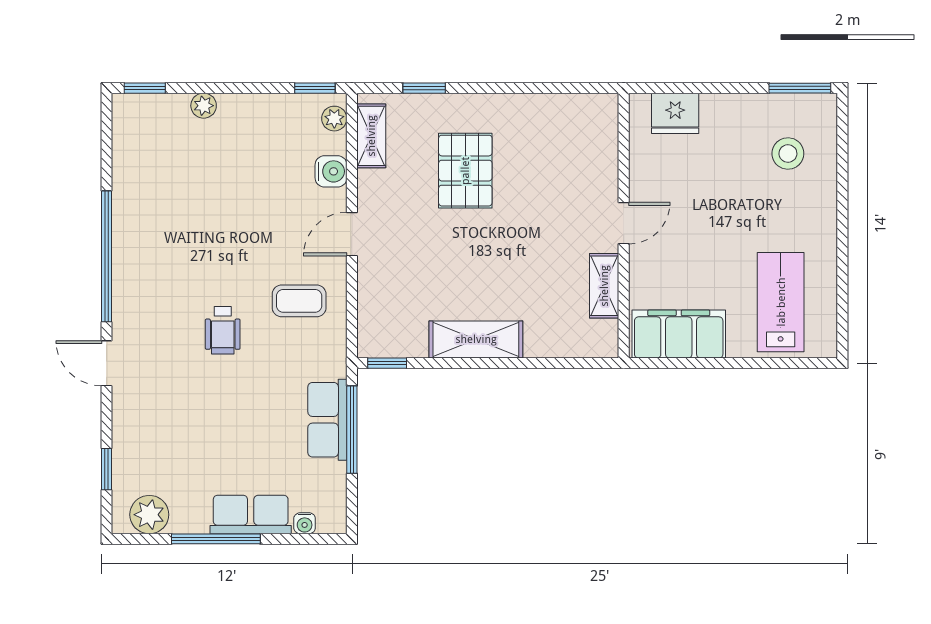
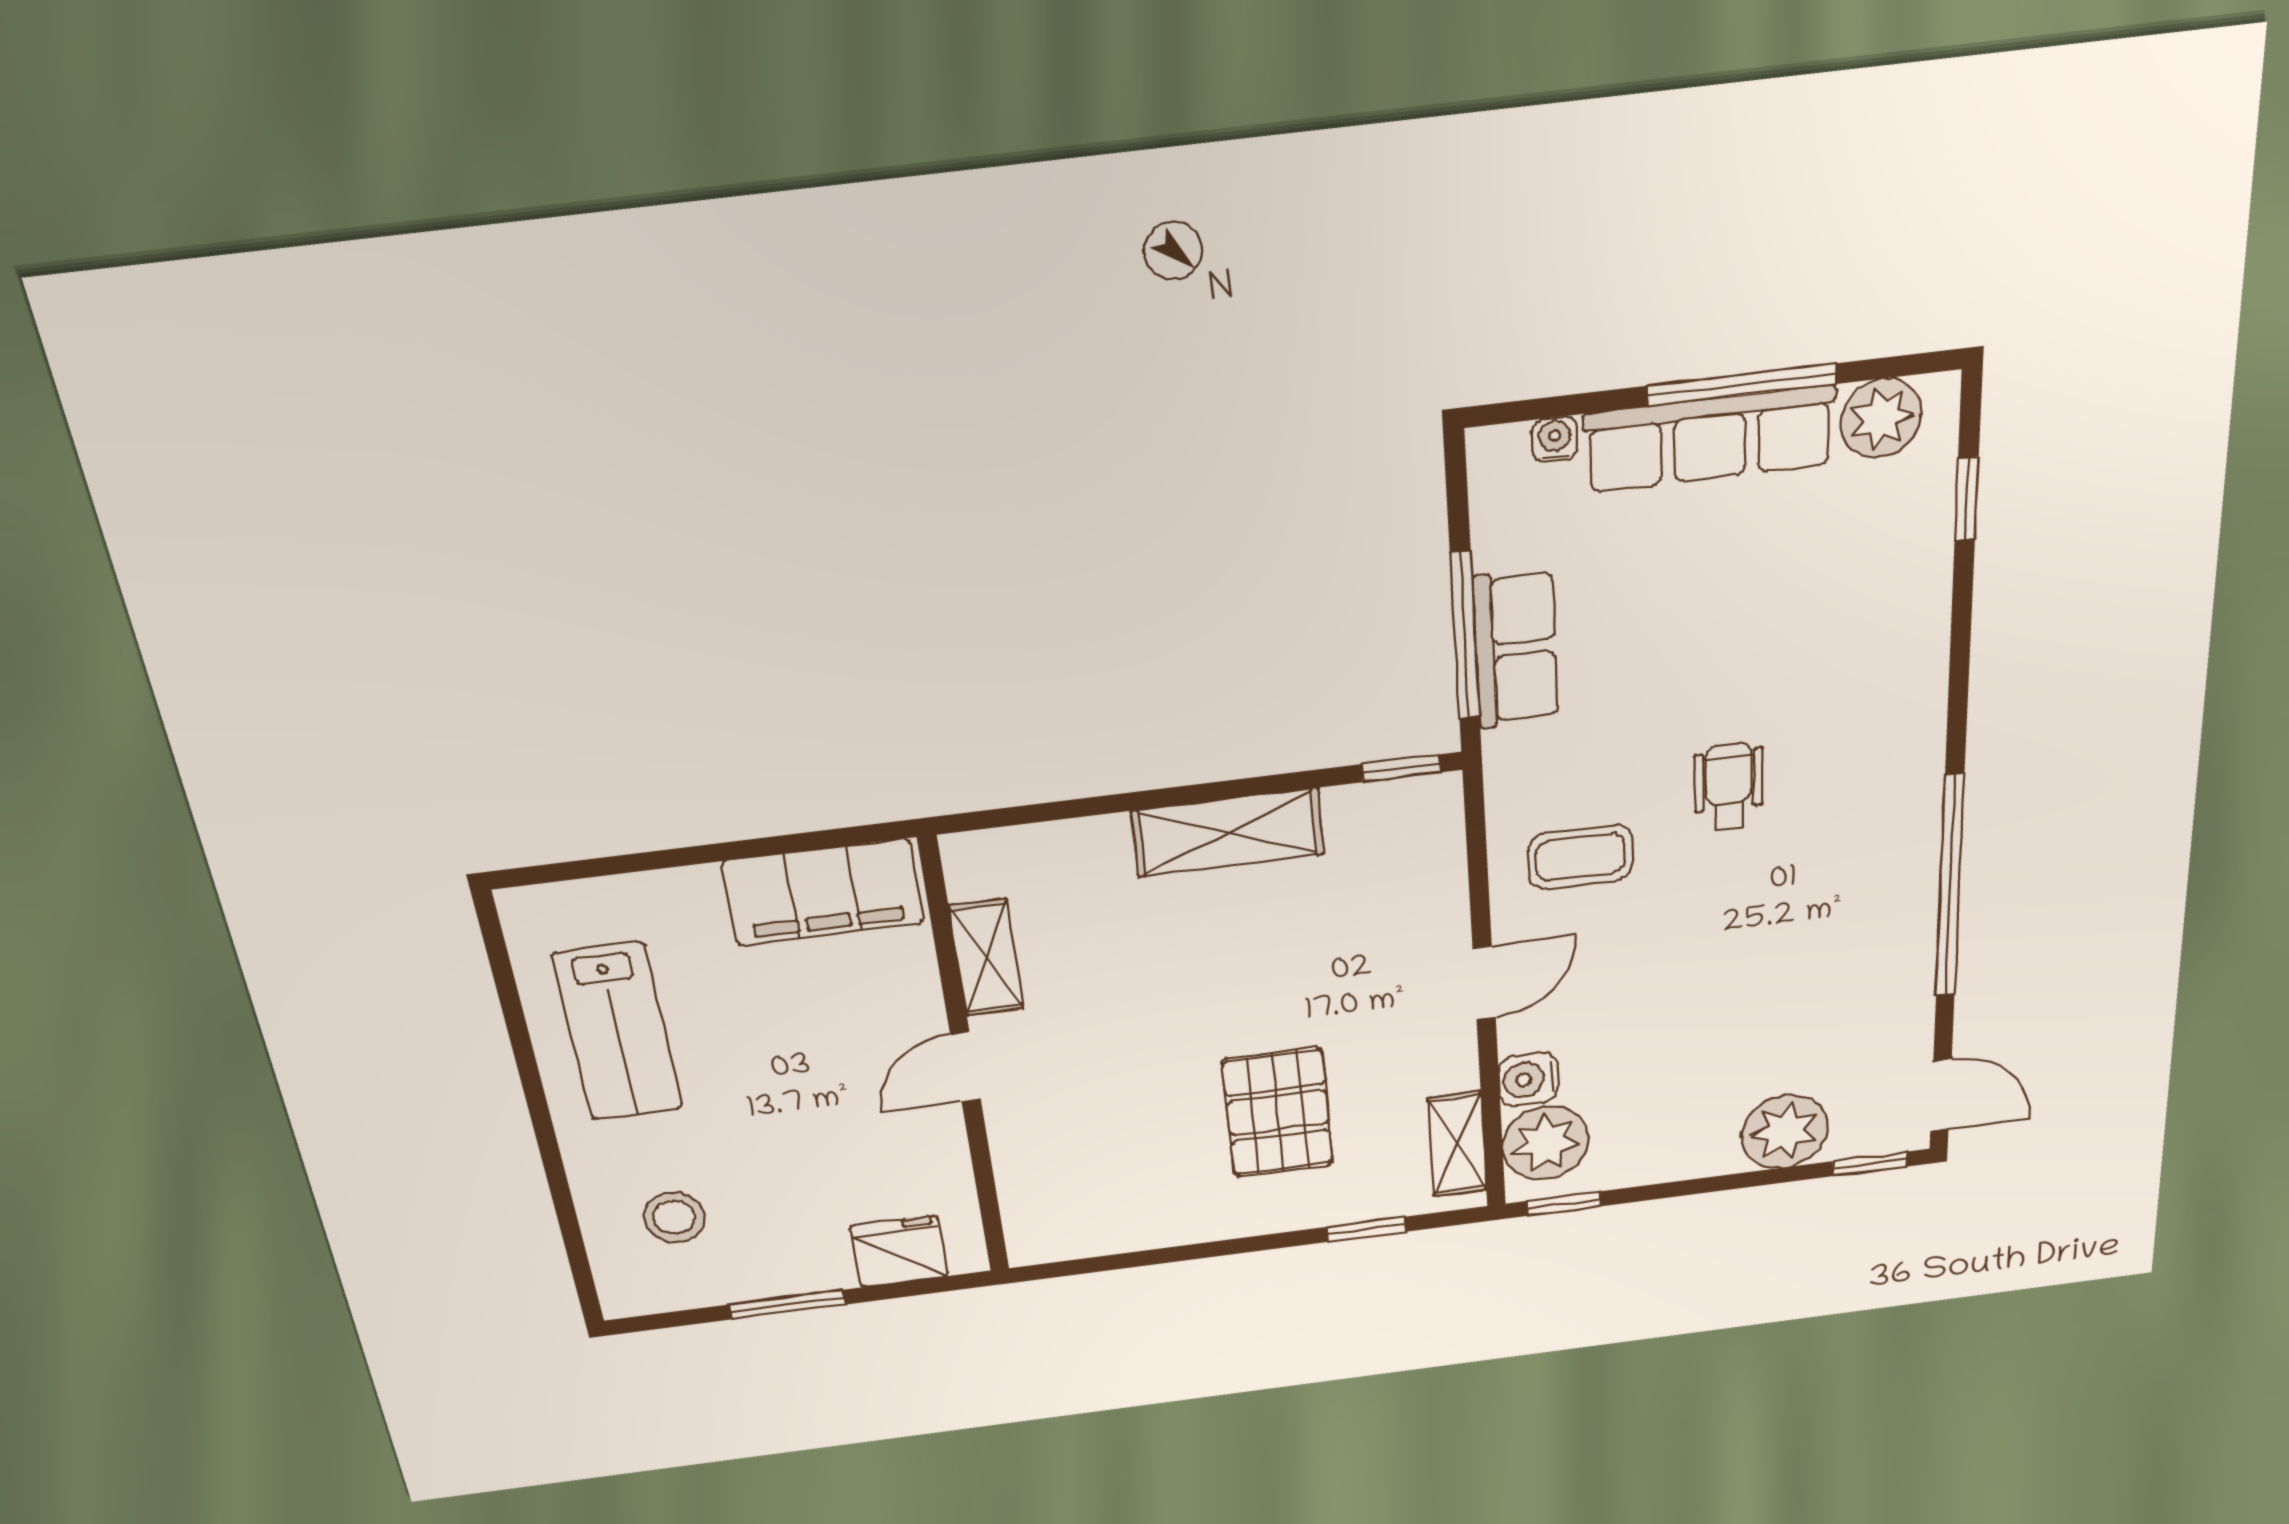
window: (800, 88) -> (787, 1305), moved
plant: (204, 106) -> (1785, 1132), width x1.88, depth x1.88
plant: (334, 119) -> (1546, 1143), width x1.88, depth x1.88
lab bench: (781, 302) -> (618, 1032), moved
door: (106, 363) -> (1941, 1095), moved
row of seats: (251, 515) -> (1710, 439), width x1.48

